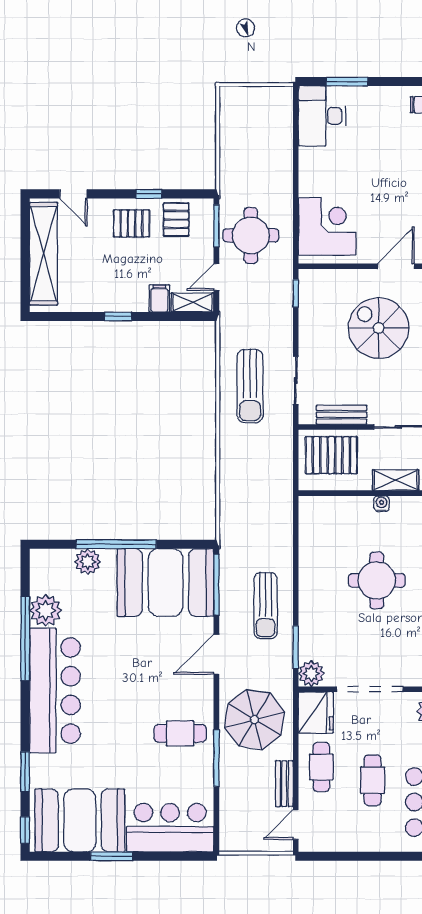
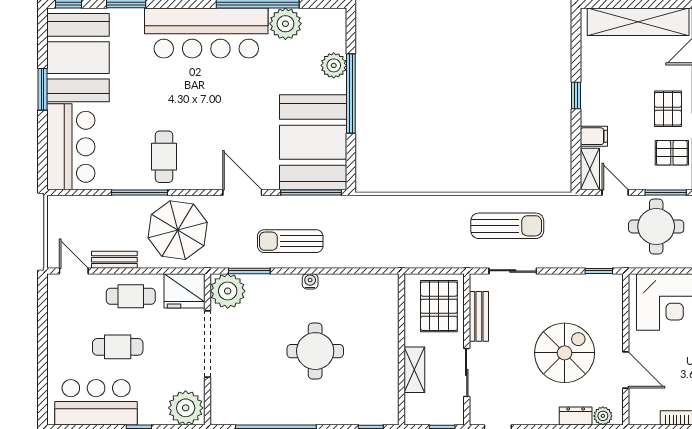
sun lounger: (250, 386) -> (507, 226), turned 180
water cooler: (382, 504) -> (310, 281), moved, turned -90
plant: (311, 674) -> (228, 291), width x1.36, depth x1.36

